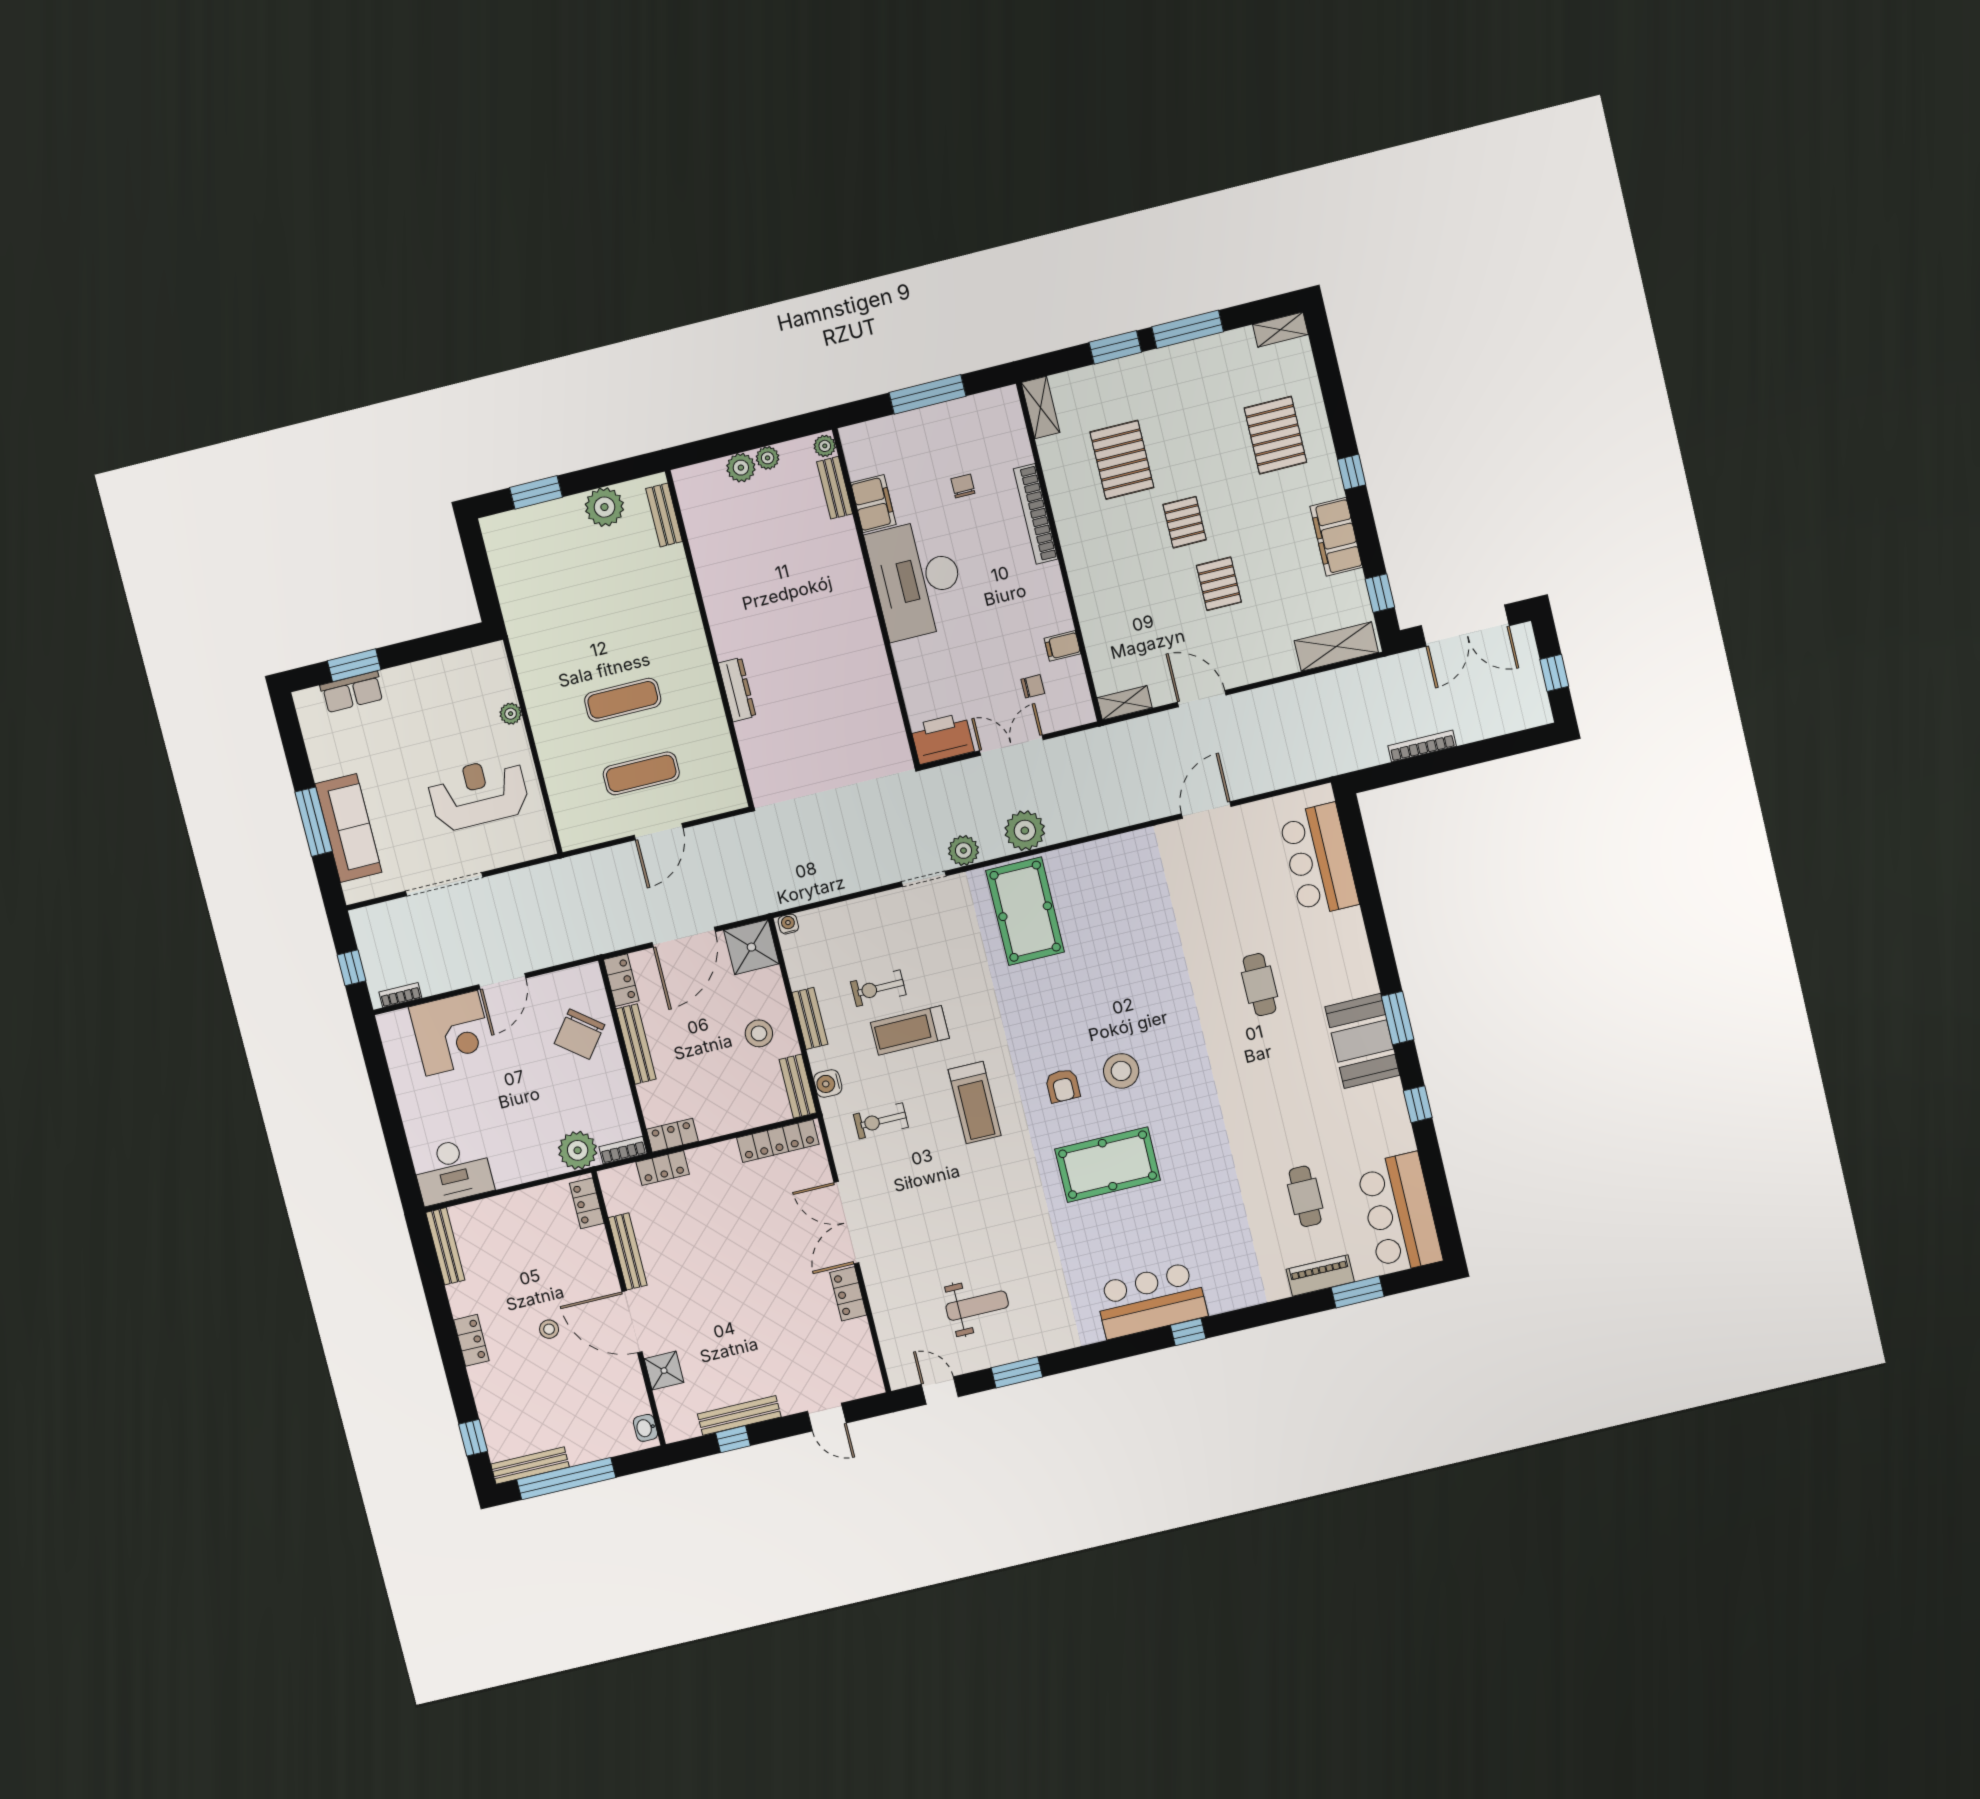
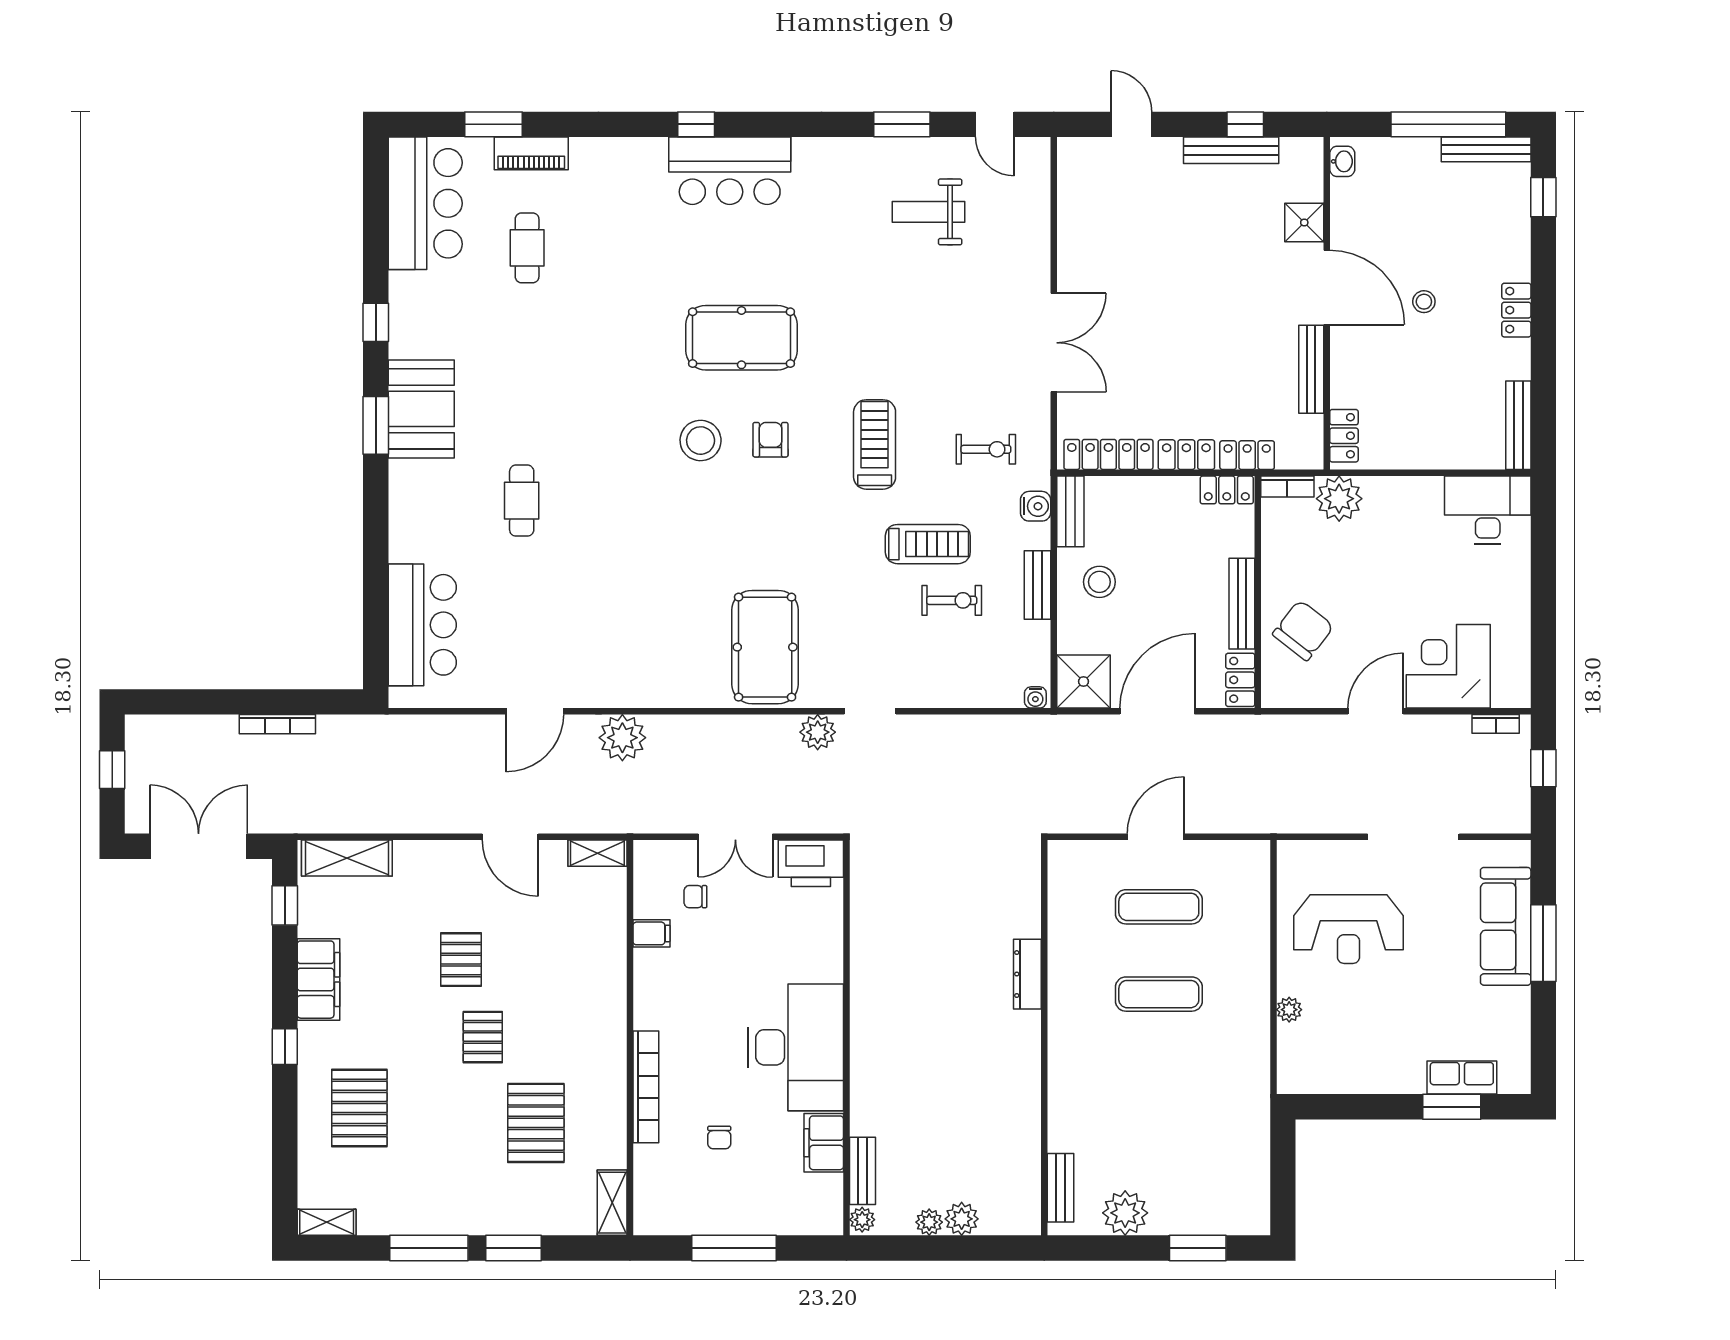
plant: (1025, 831) -> (622, 738), moved
locker: (848, 1294) -> (1186, 455), moved, turned -90

